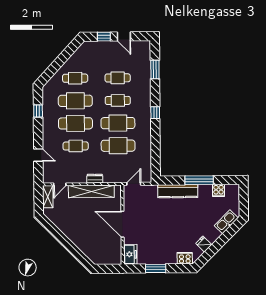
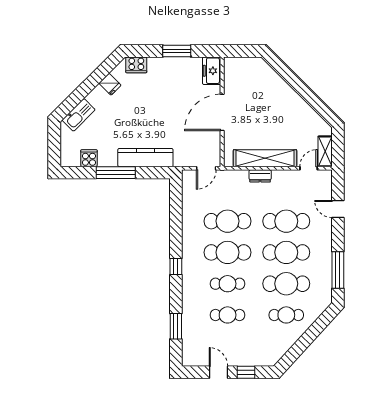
window: (38, 111) -> (338, 270), width x2.17
cafe table: (76, 146) -> (286, 221), width x1.37, depth x1.35
door: (123, 224) -> (222, 112), swing flipped

